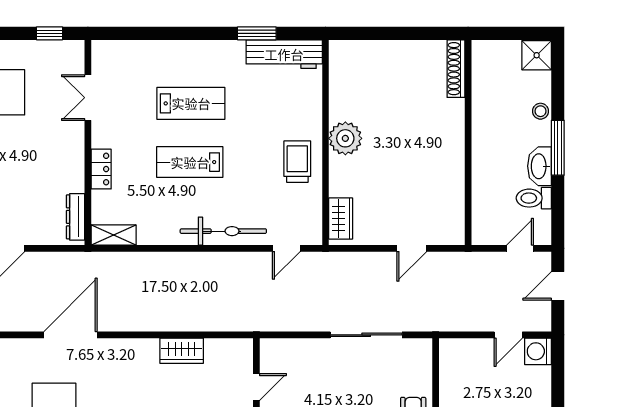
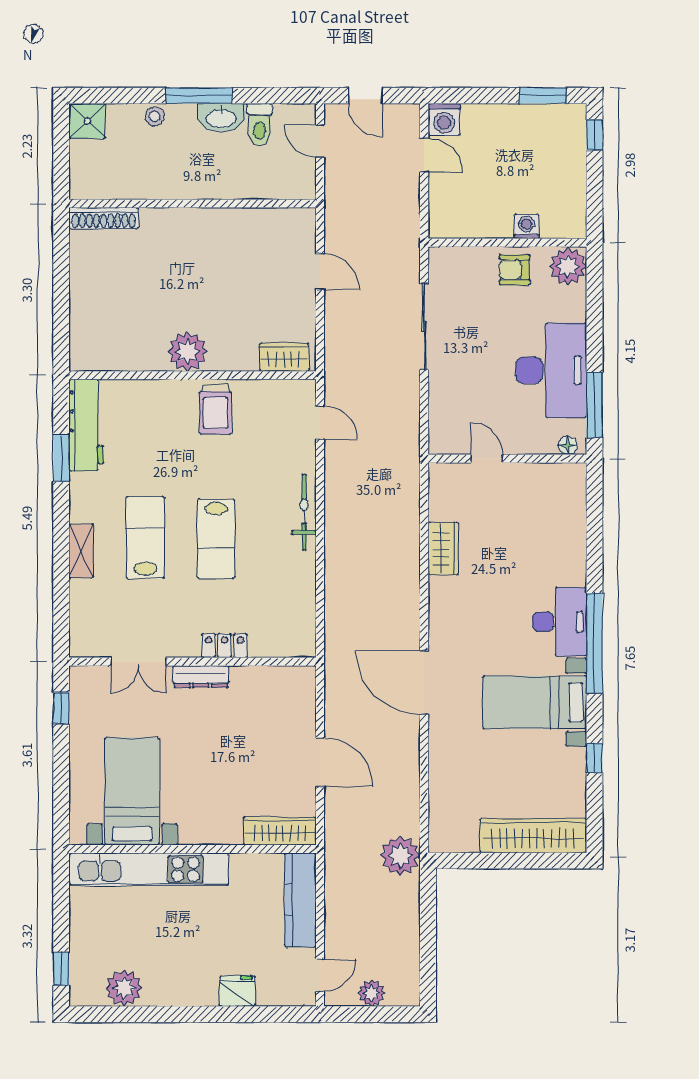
trolley: (297, 162) -> (216, 409), turned -90
dresser: (75, 217) -> (201, 676), moved
bicycle: (223, 231) -> (304, 512), width x0.73, depth x0.71
shelving: (114, 235) -> (81, 551), moved

